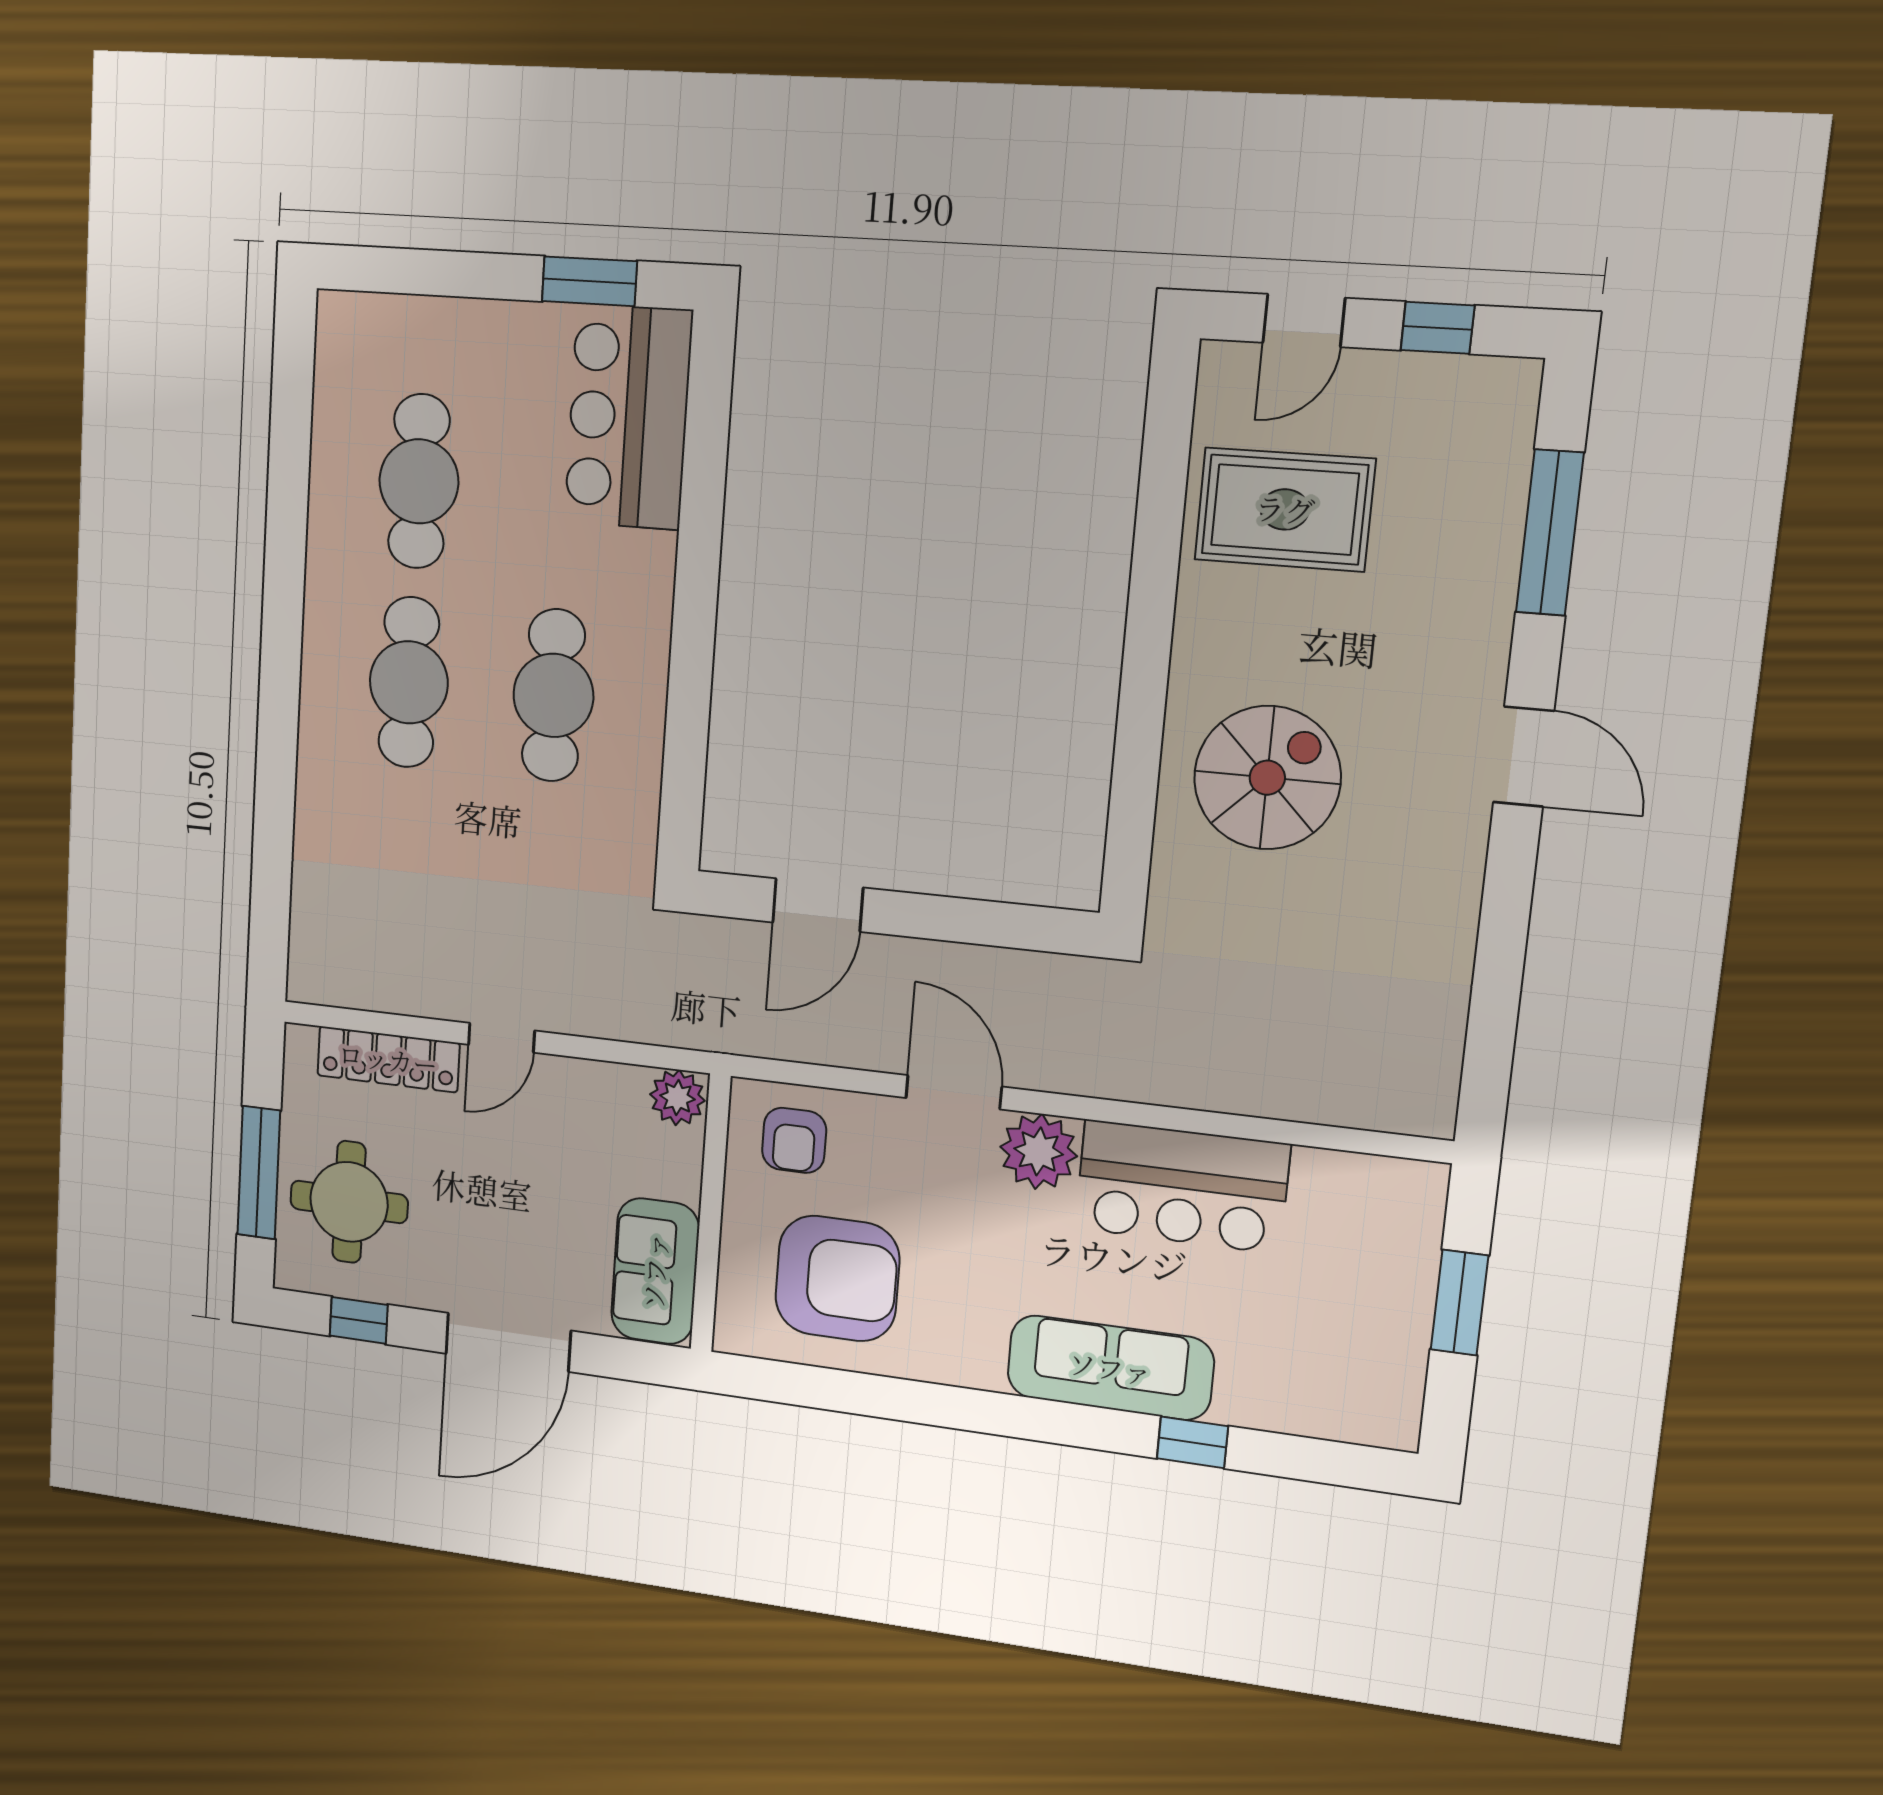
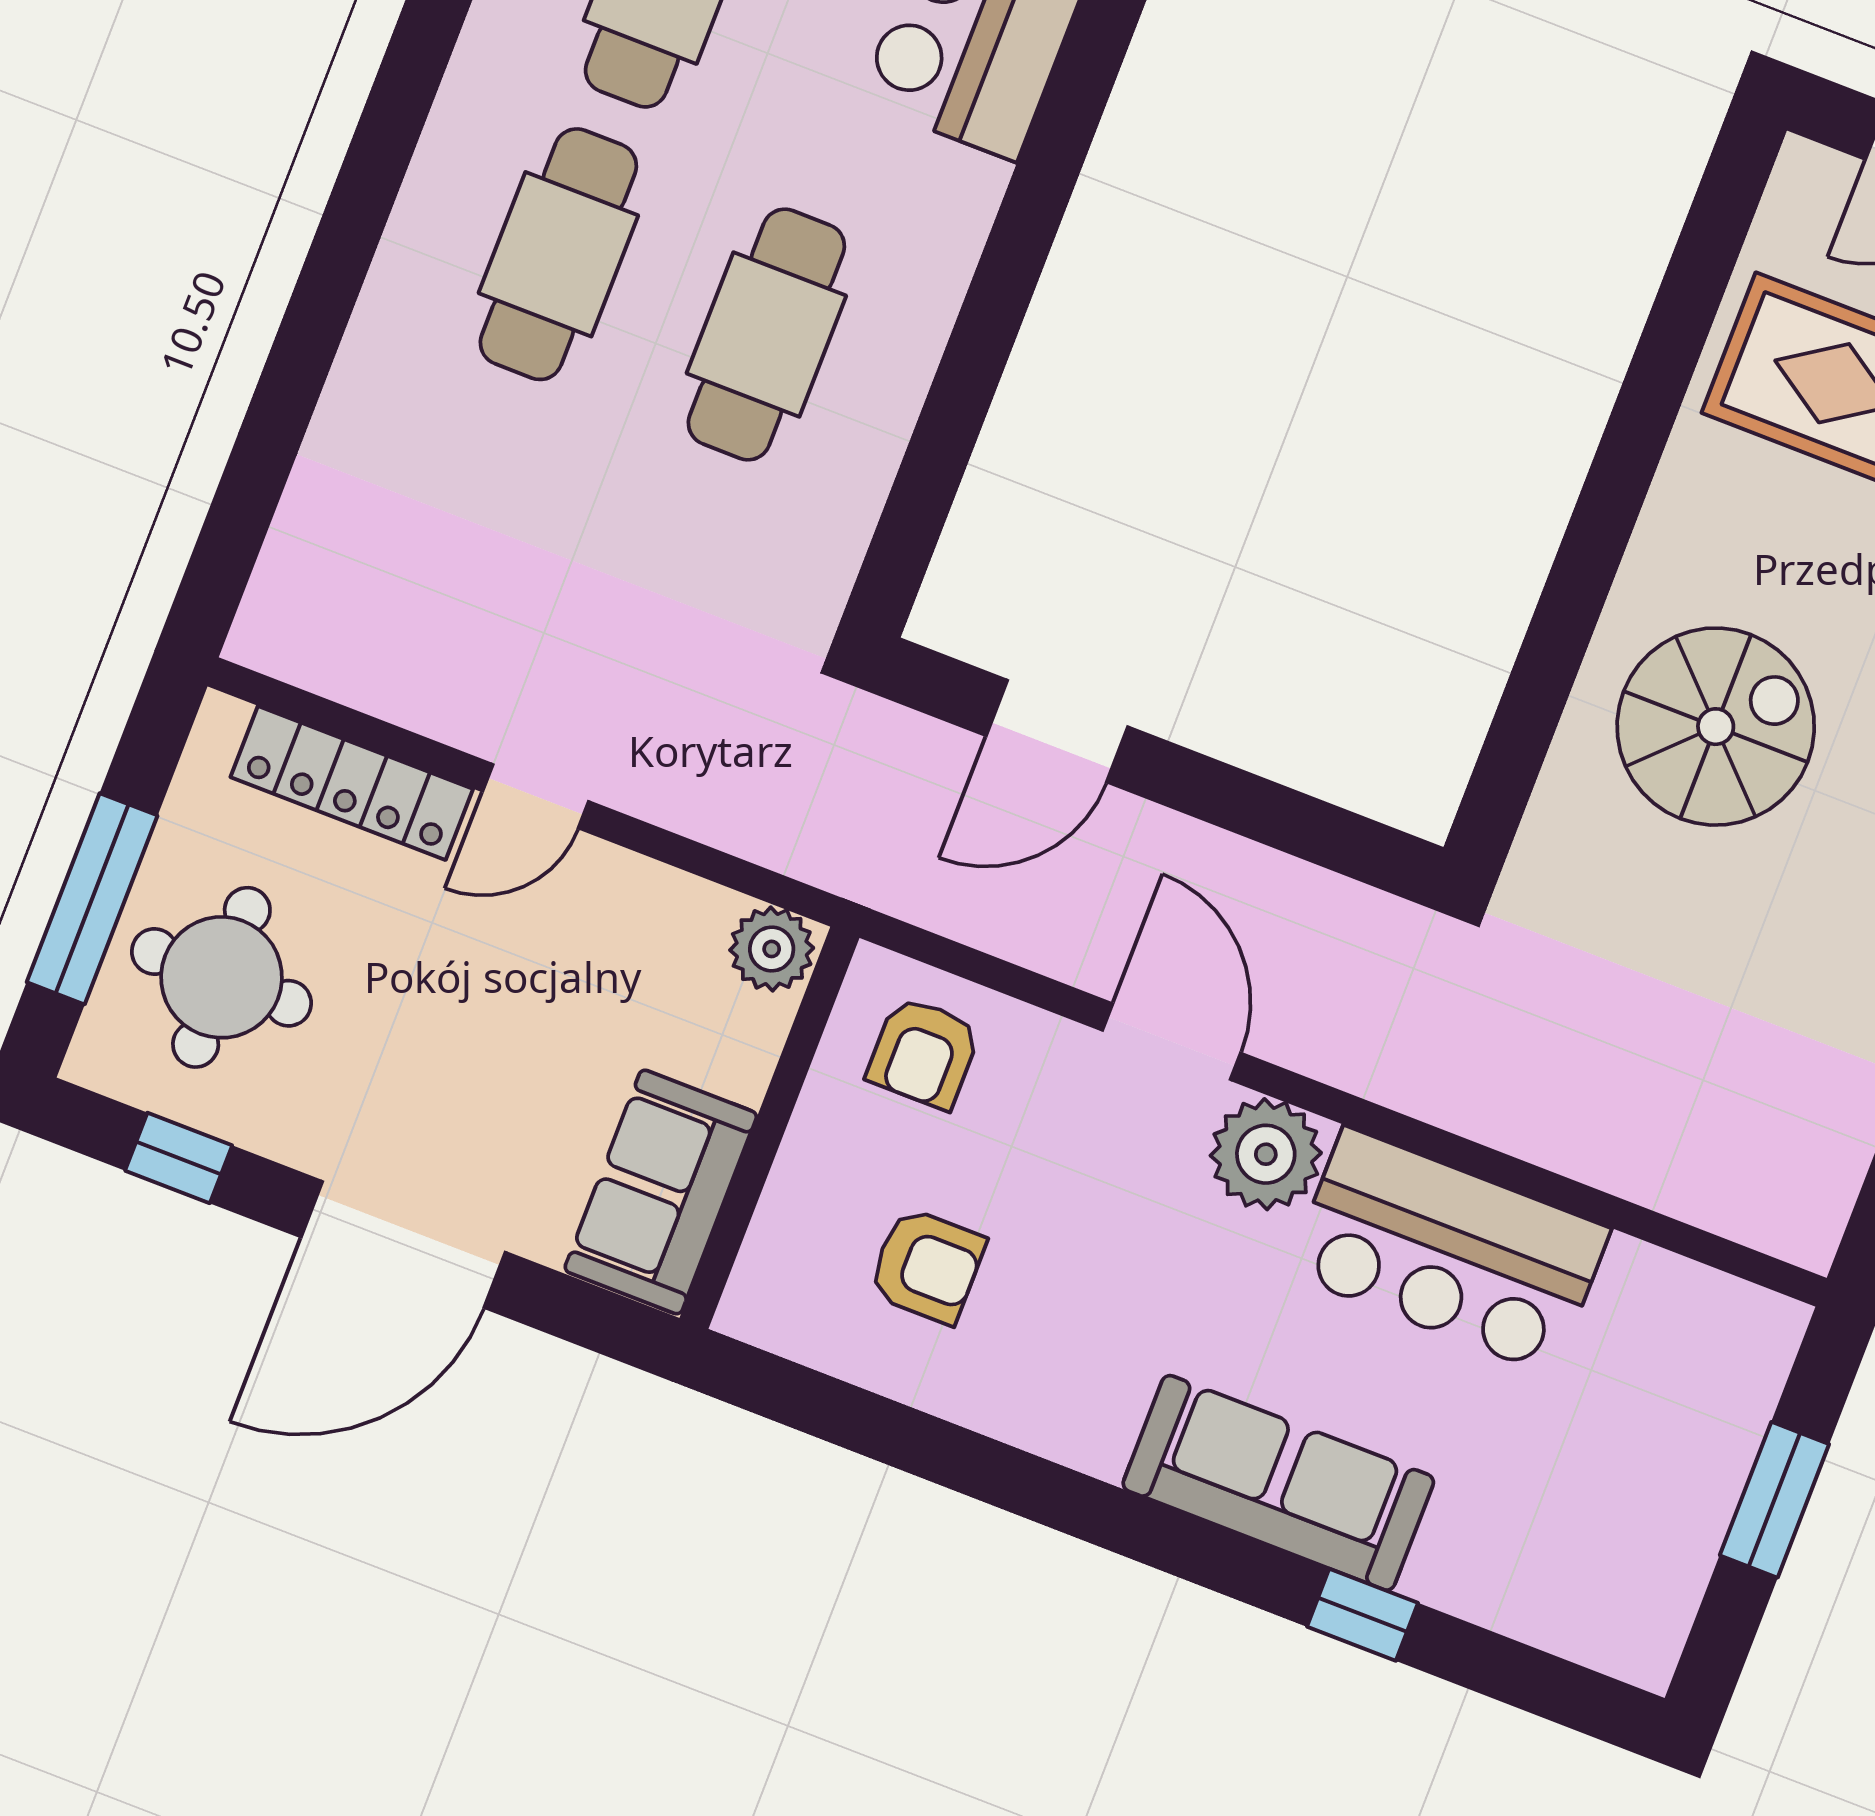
armchair: (837, 1278) -> (927, 1266), width x0.53, depth x0.53

